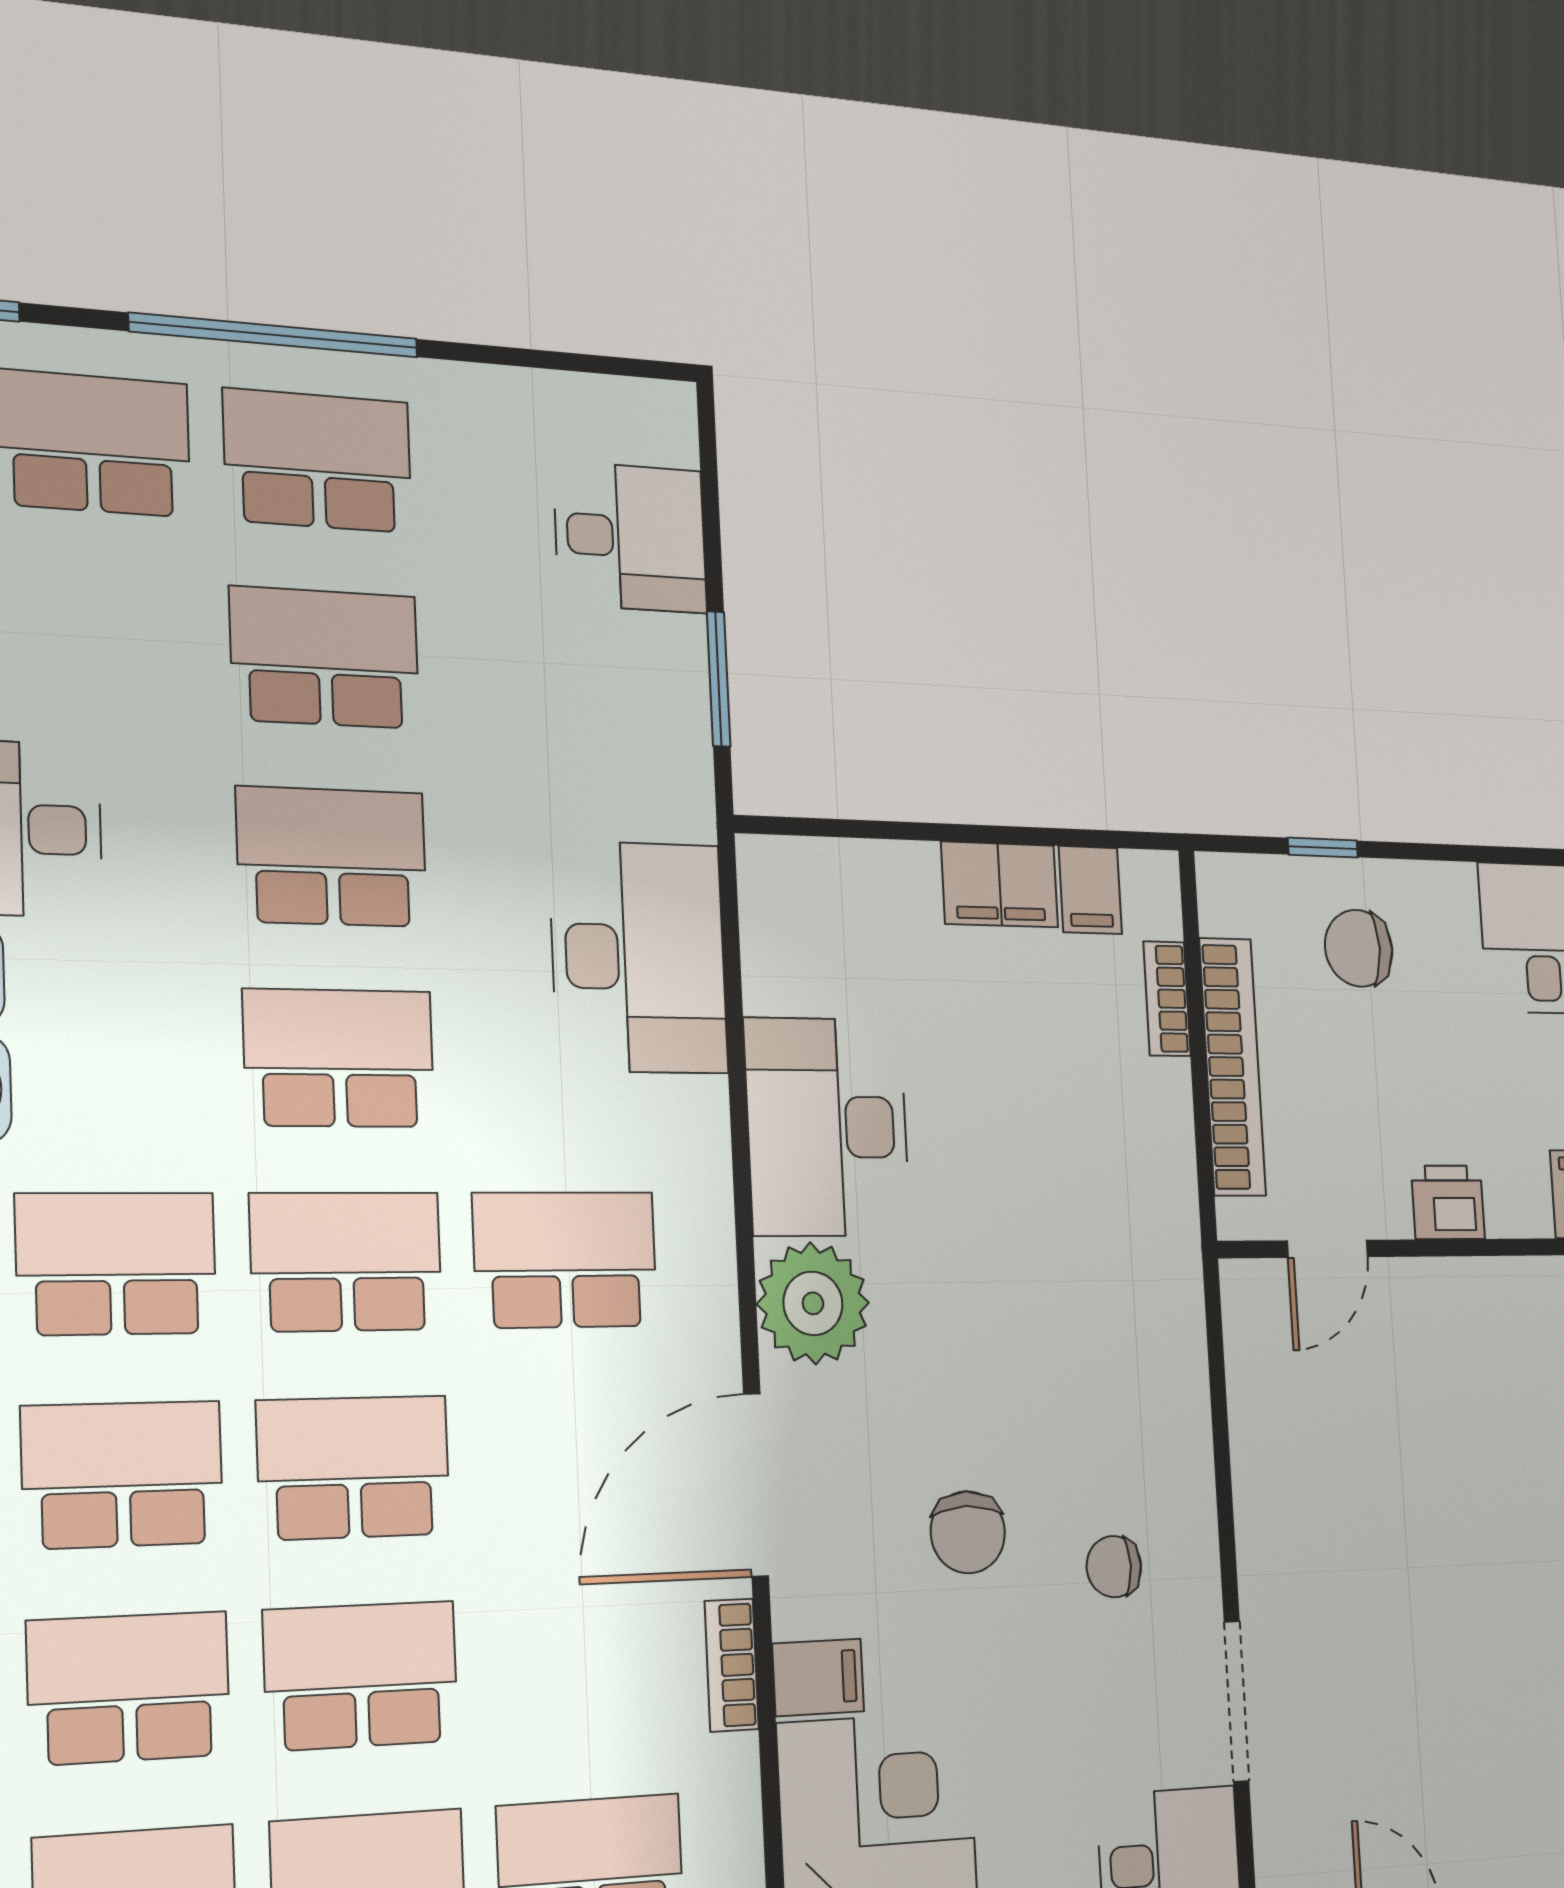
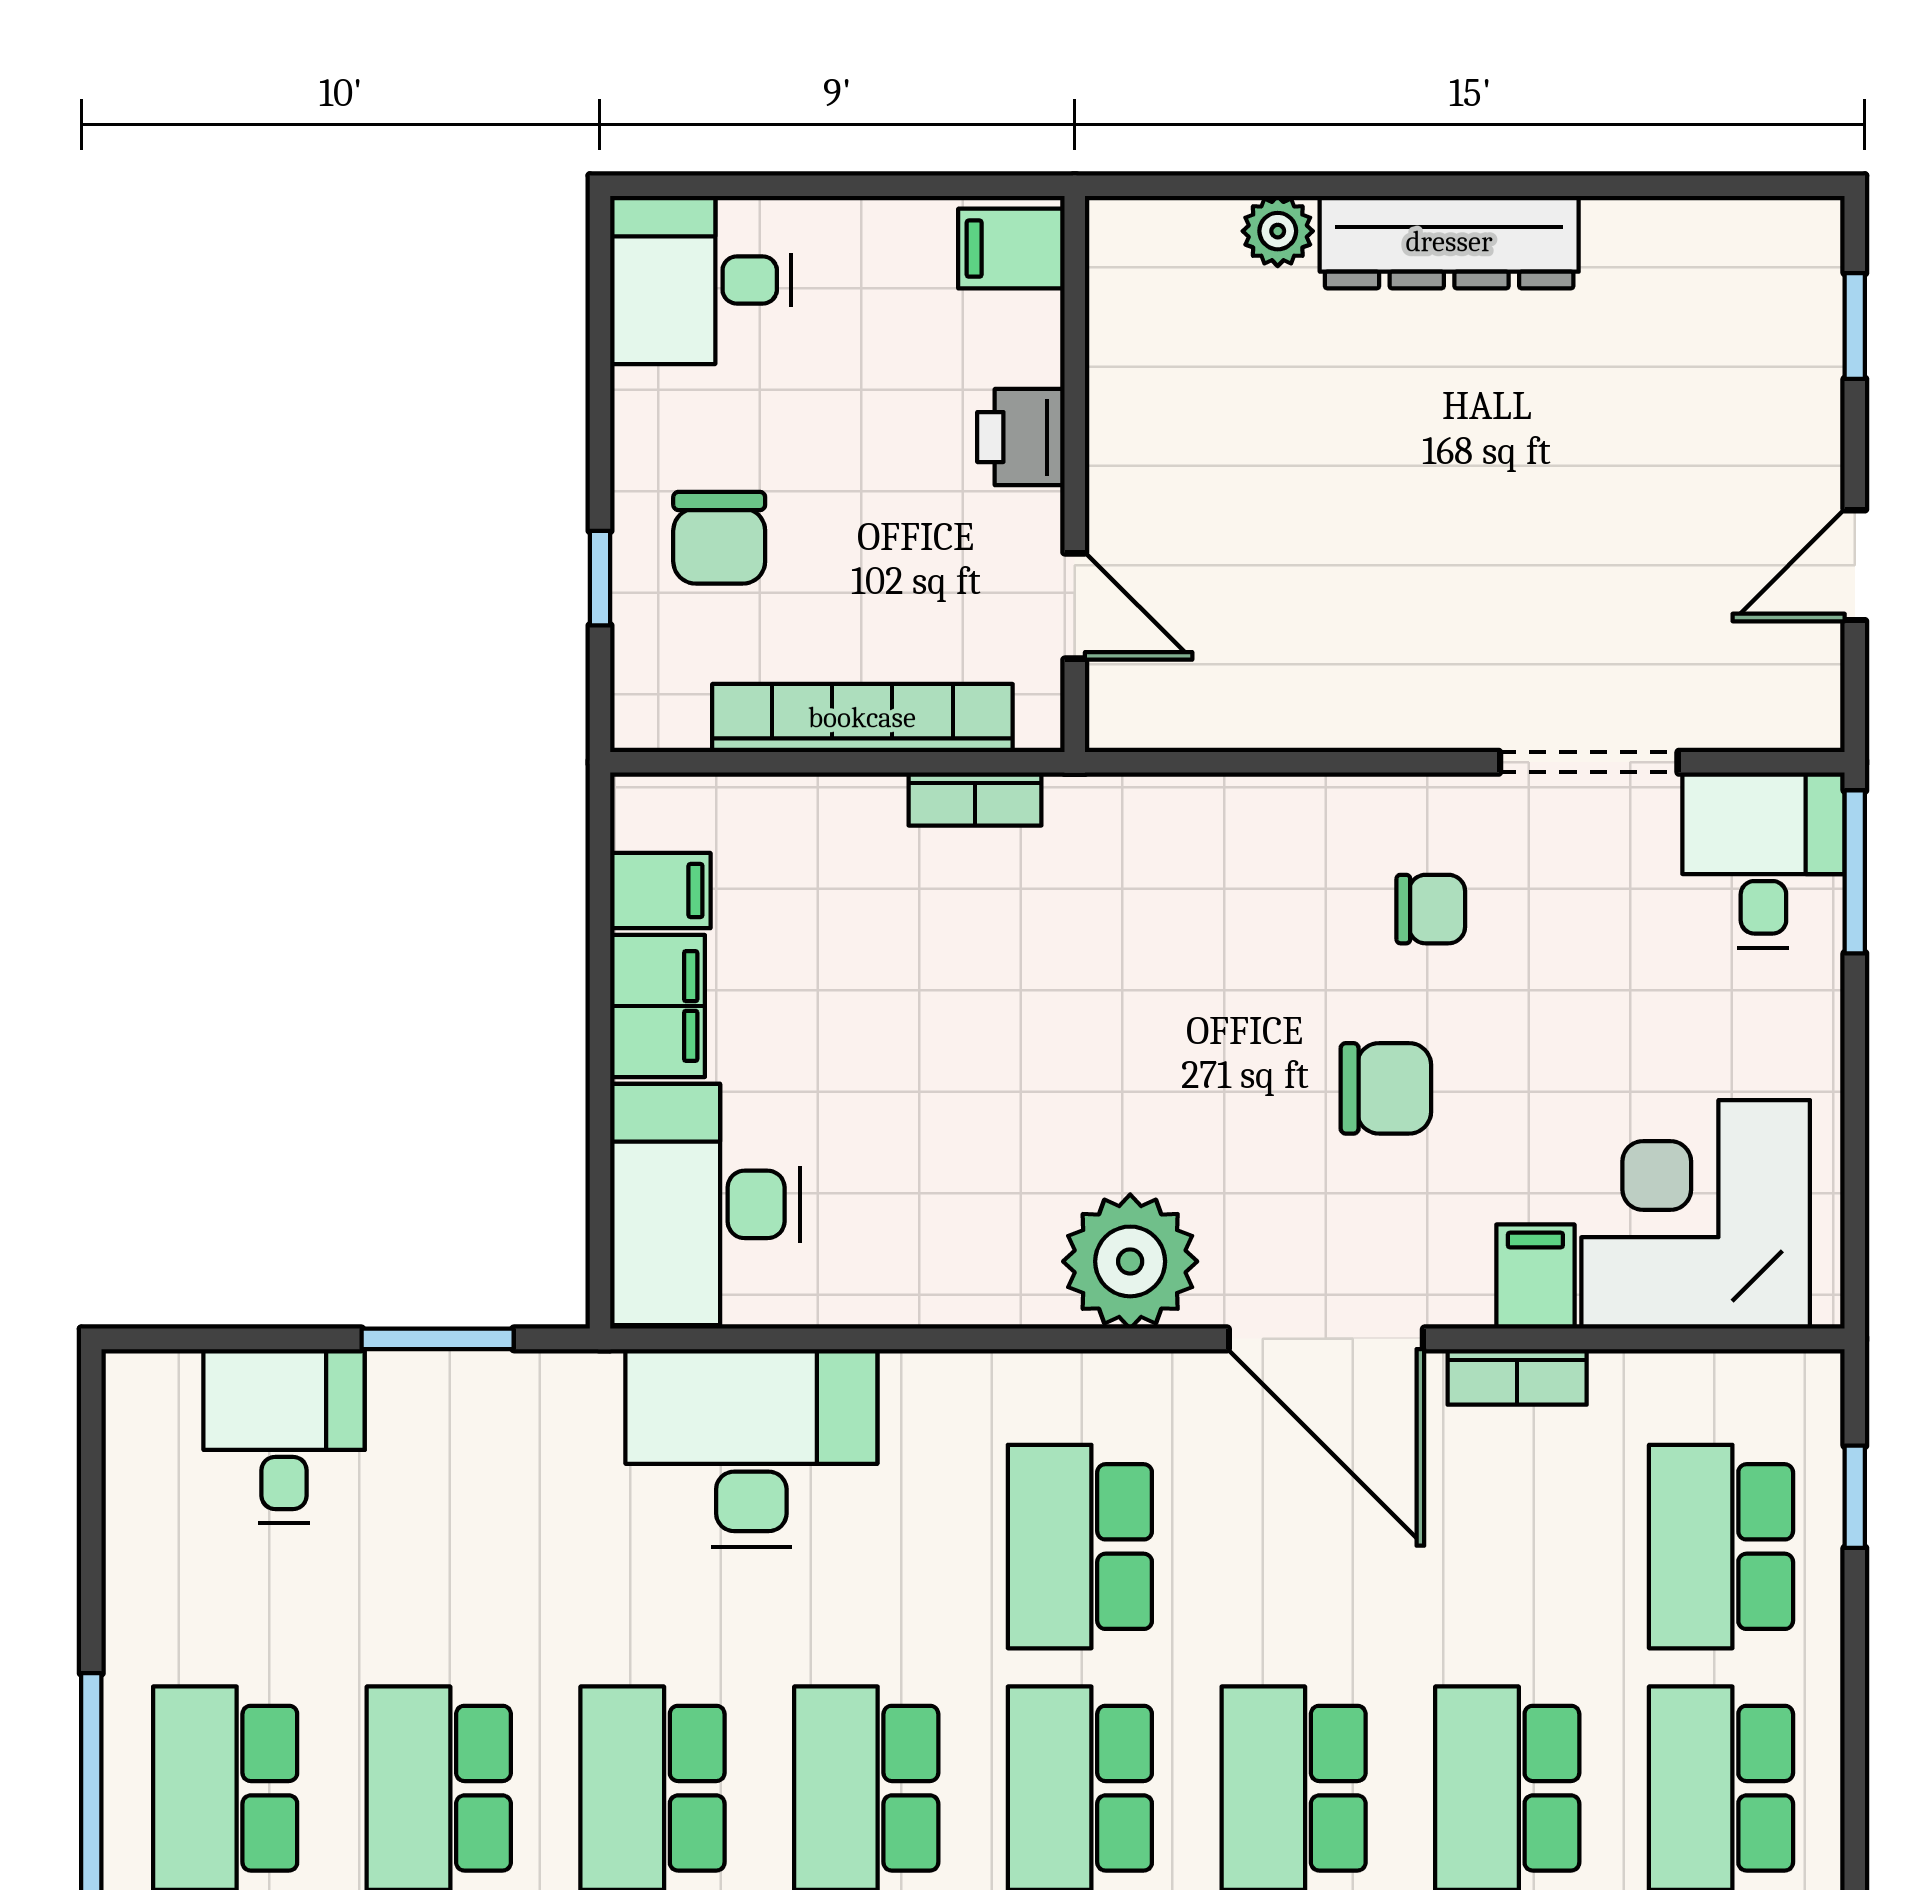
bookcase: (1167, 999) -> (975, 799), moved
desk: (827, 1127) -> (705, 1204), moved, turned 90
chair: (1114, 1567) -> (1431, 909), turned -90

